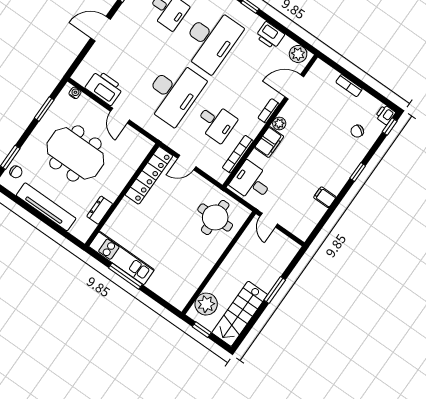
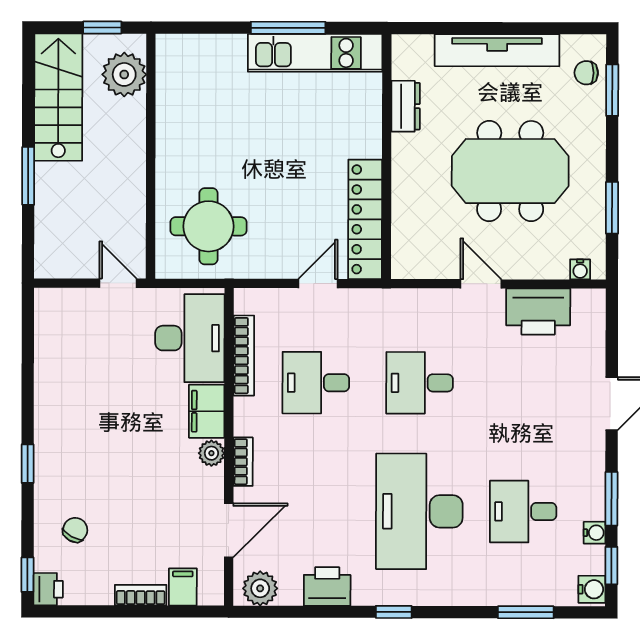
desk: (174, 93) -> (420, 383), width x0.53, depth x0.77
desk: (252, 182) -> (190, 338), width x1.37
filing cabinet: (325, 197) -> (183, 587), moved, turned -90

